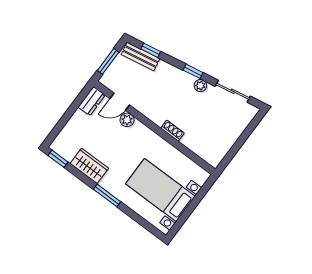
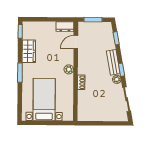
bench: (141, 57) -> (113, 62), moved
door: (120, 102) -> (76, 42), hinge flipped
plant: (127, 120) -> (69, 69), moved

